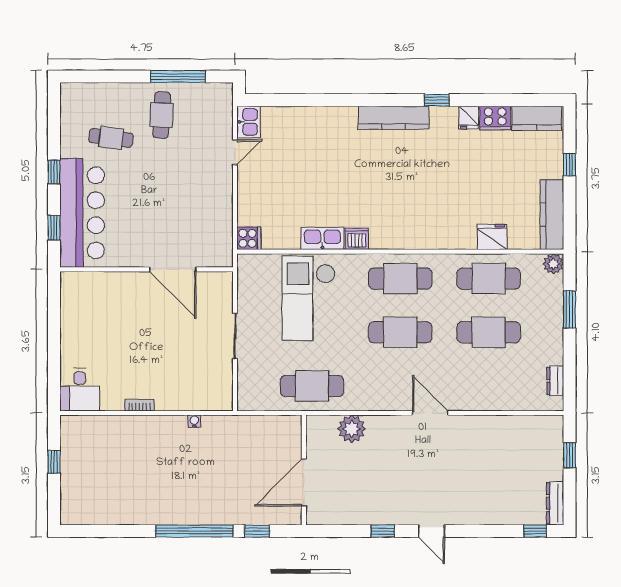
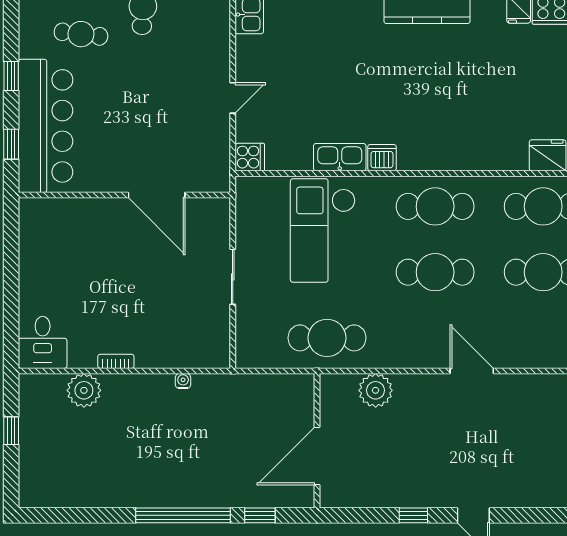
door: (235, 152) -> (233, 98), moved
plant: (113, 429) -> (84, 390), added

